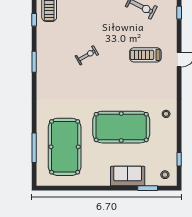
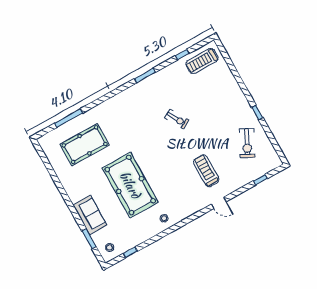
pool table: (65, 147) -> (85, 145), width x0.73, depth x0.76

